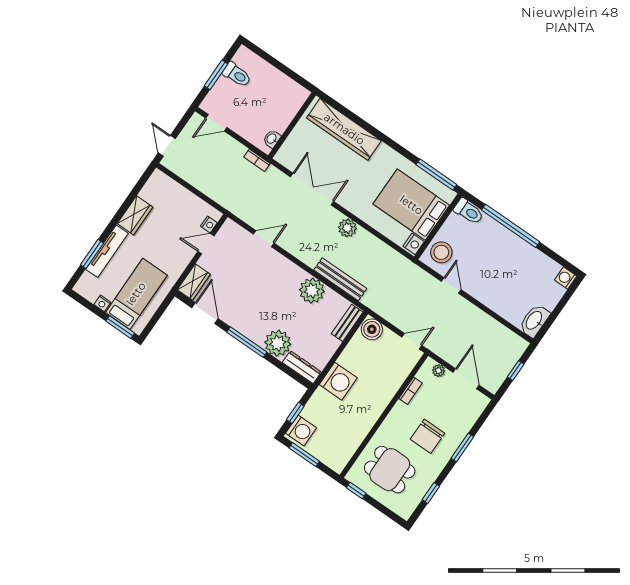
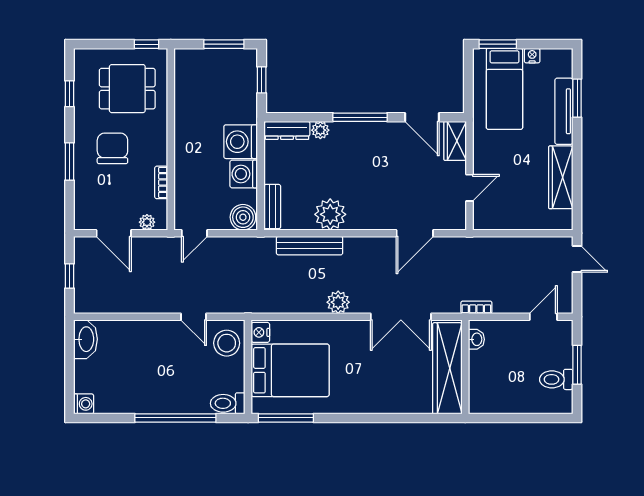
wardrobe: (344, 129) -> (447, 368), moved, turned -90
wardrobe: (135, 215) -> (561, 177), width x1.50
nightstand: (209, 225) -> (480, 209), removed
door: (264, 239) -> (415, 233), width x1.38
plant: (278, 343) -> (320, 130), width x0.53, depth x0.53
washing machine: (301, 431) -> (244, 174), moved

